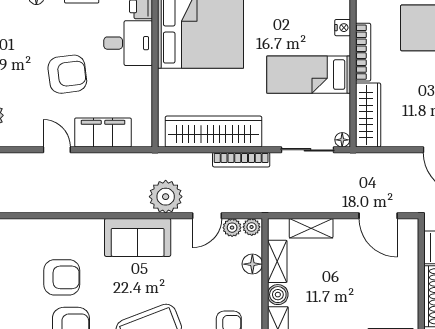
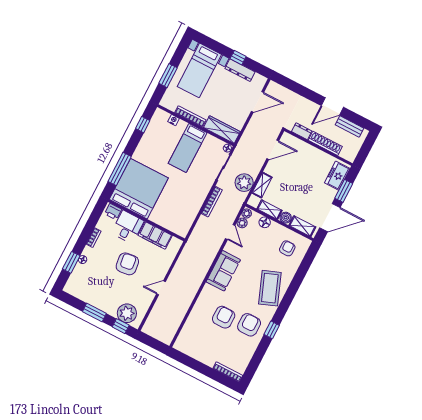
wardrobe: (214, 132) -> (191, 208), removed
filing cabinet: (103, 133) -> (155, 235), moved, turned -90
plant: (166, 197) -> (244, 183), moved

